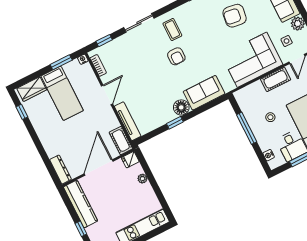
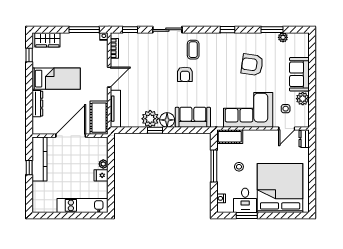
window: (61, 62) -> (84, 30), width x1.44
cot: (276, 79) -> (230, 137), moved
bed: (62, 93) -> (56, 79), moved, turned -90
plant: (165, 114) -> (150, 119), added
cot: (121, 141) -> (99, 118), width x1.37, depth x1.34
fridge: (130, 160) -> (101, 175), moved
dresser: (61, 169) -> (37, 104), moved
window: (81, 229) -> (29, 168), moved

